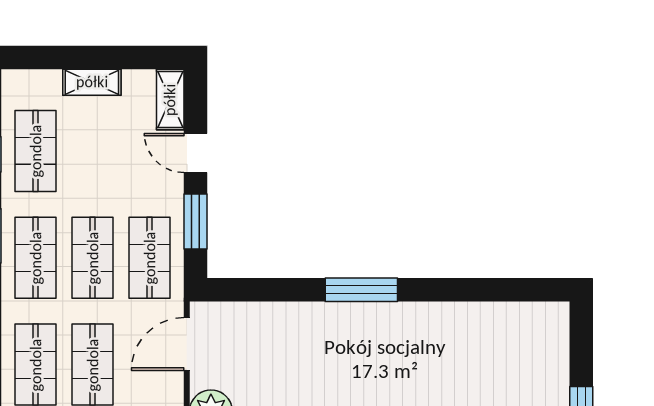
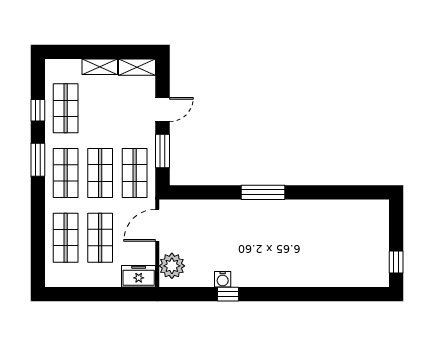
shelving: (170, 100) -> (137, 67), moved, turned 90
door: (196, 153) -> (163, 110), swing flipped

